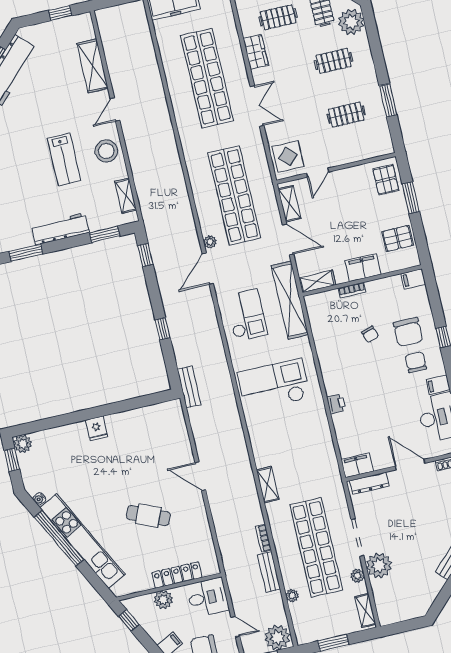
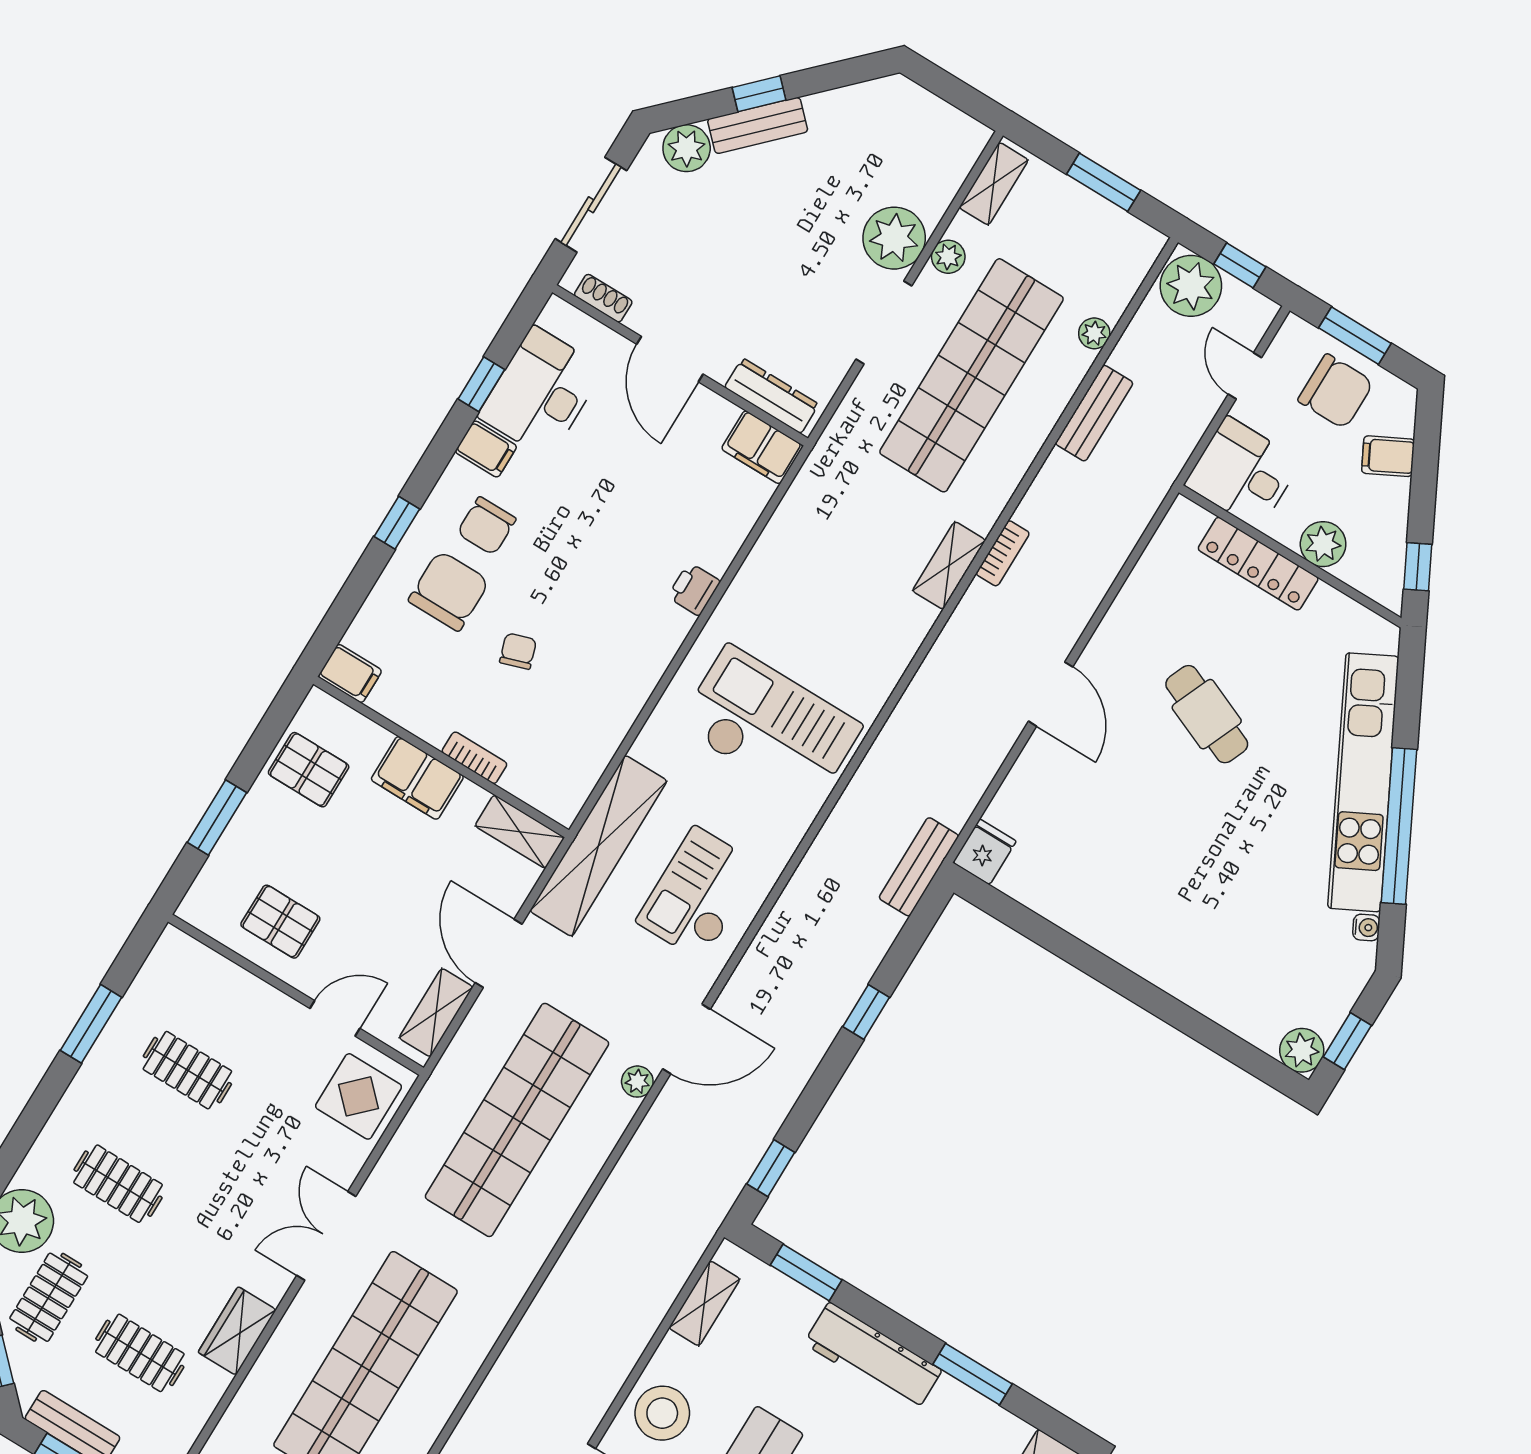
pallet: (386, 180) -> (280, 922), moved, turned 90
checkout: (274, 385) -> (770, 726), turned 180
fridge: (97, 428) -> (984, 852), moved
bookcase: (263, 538) -> (1003, 553), moved

